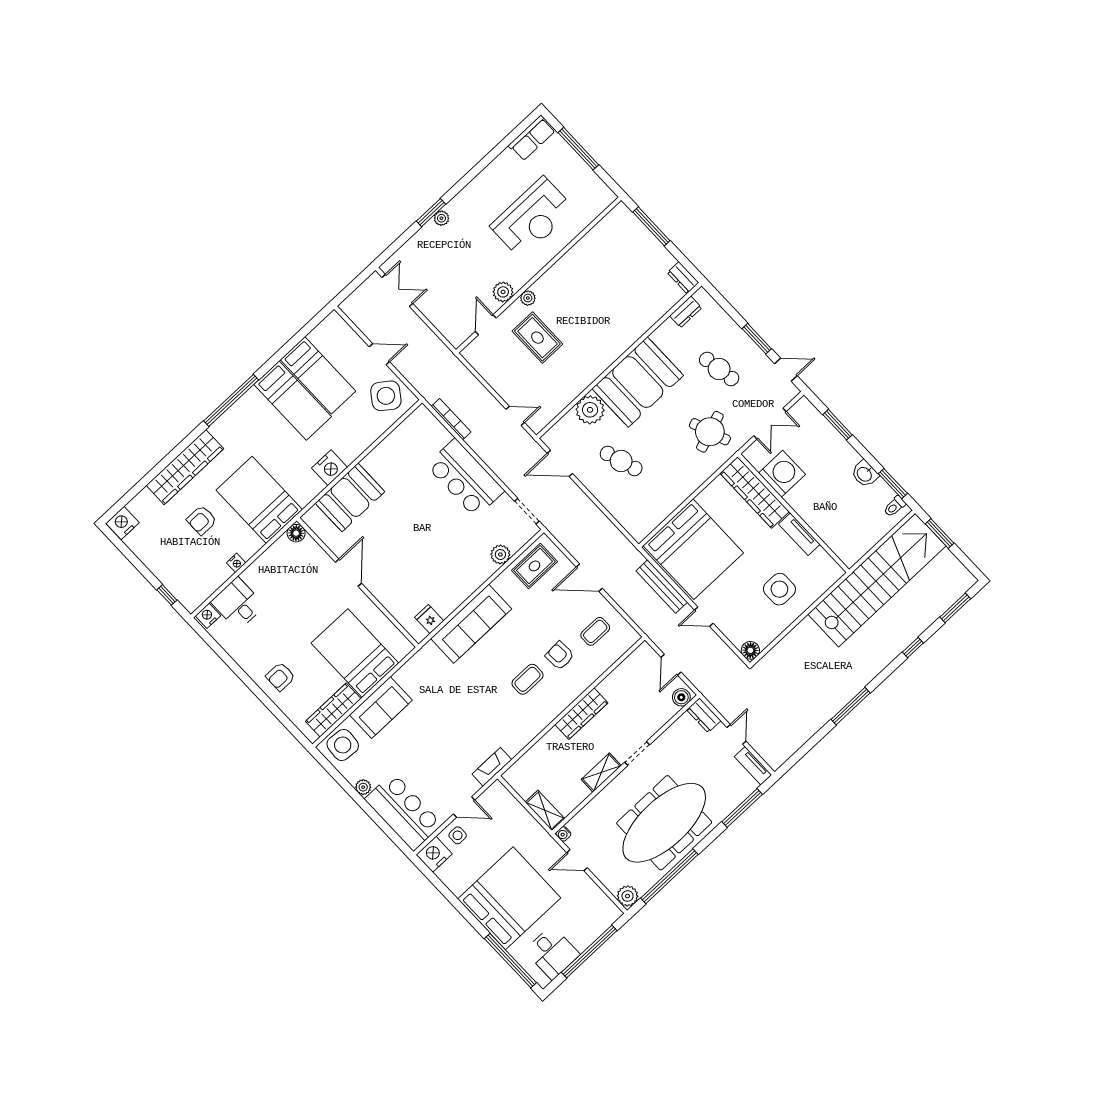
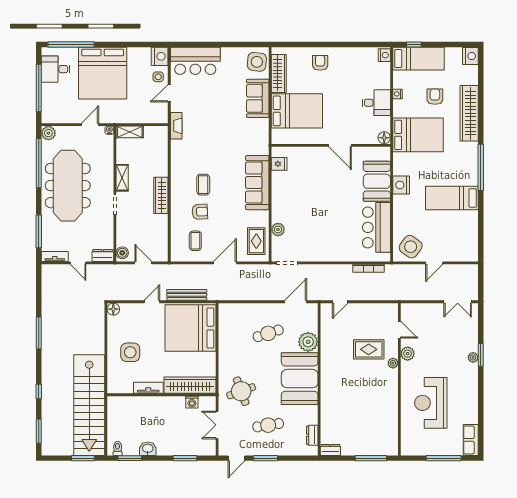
bed: (318, 375) -> (418, 59), moved, turned 180
washing machine: (782, 474) -> (192, 402), width x0.53, depth x0.53
bar counter: (465, 478) -> (376, 227), moved, turned -90
desk: (238, 604) -> (376, 103), moved
plant: (363, 787) -> (226, 52), removed

